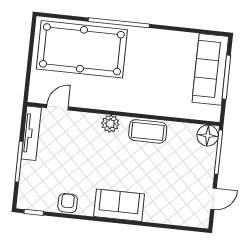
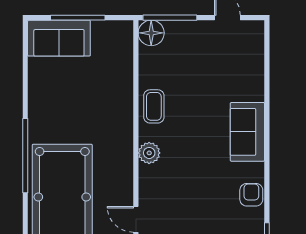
sofa: (210, 69) -> (59, 38), width x0.73
coffee table: (148, 131) -> (154, 106), width x0.73, depth x0.77
armchair: (68, 203) -> (251, 195), turned 90

